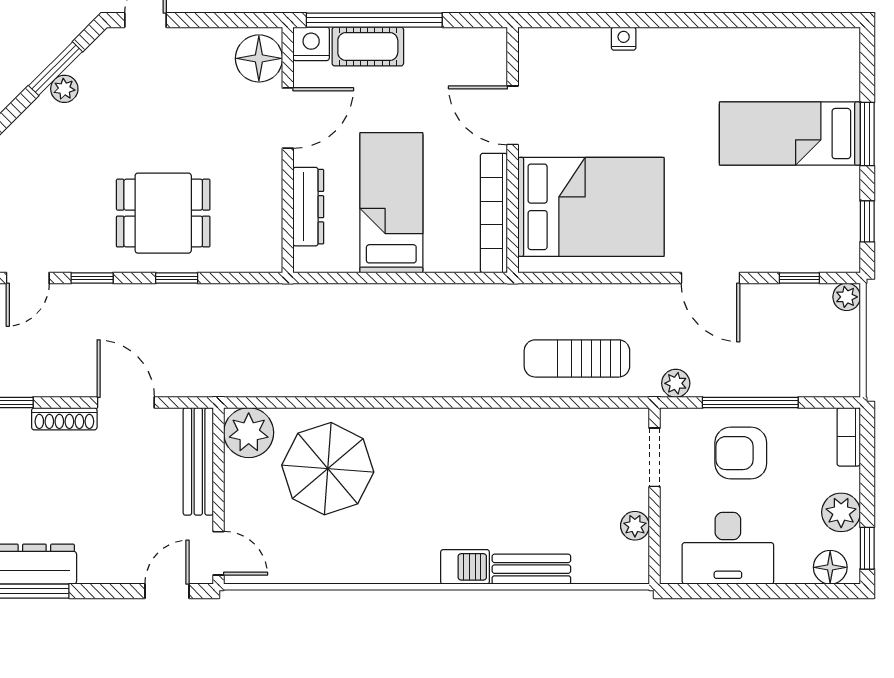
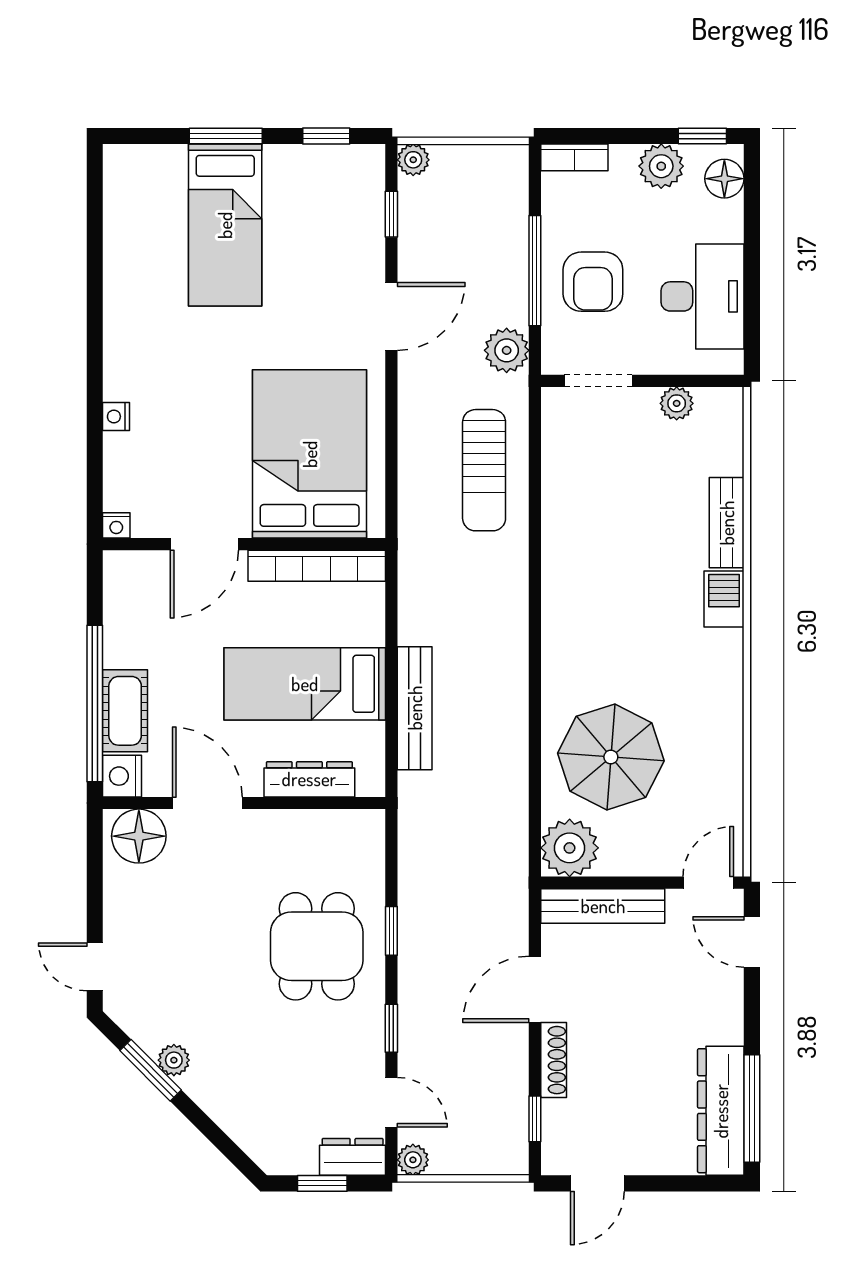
nightstand: (529, 39) -> (116, 525), added
bench: (370, 298) -> (415, 708), added
plant: (676, 383) -> (507, 350), width x1.38, depth x1.38

